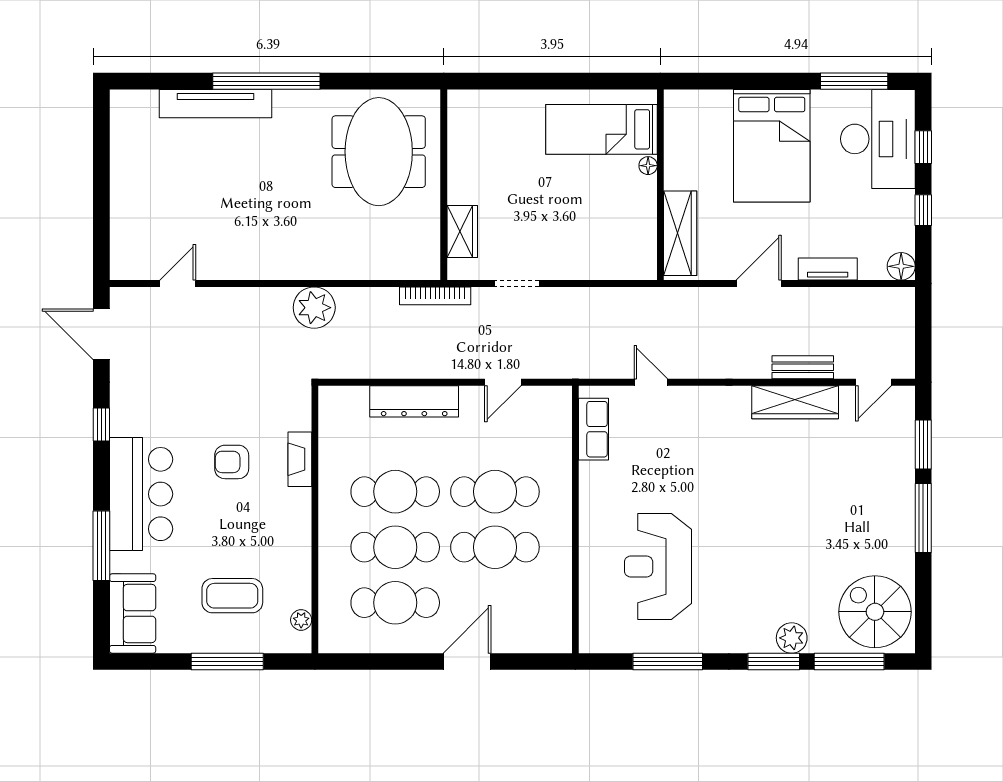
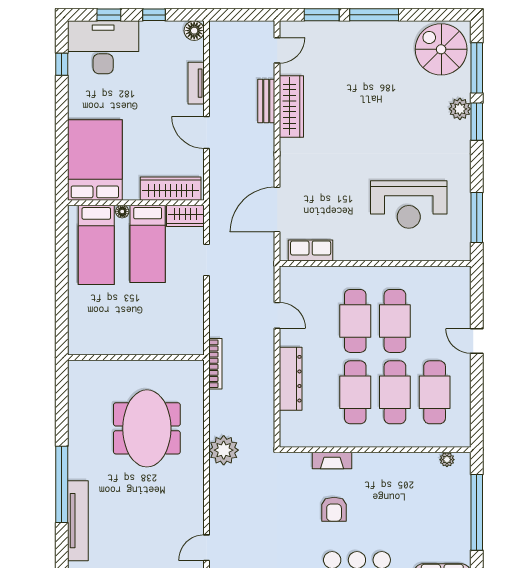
window: (854, 81) -> (62, 64), width x0.46
bed: (772, 146) -> (95, 160), moved, turned -90
meeting table: (379, 152) -> (147, 428), moved, turned 90
bed: (603, 201) -> (148, 244), added
wardrobe: (462, 232) -> (185, 216), moved, turned 180
door: (178, 283) -> (206, 548), hinge flipped
doorway: (517, 283) -> (206, 260), moved
door: (651, 382) -> (277, 210), width x1.87
door: (874, 382) -> (277, 50), hinge flipped
coffee table: (232, 596) -> (430, 509), removed
spiral stairs: (875, 612) -> (441, 49), turned 90
window: (227, 661) -> (477, 512), width x1.46
door: (467, 661) -> (477, 341), width x0.73
window: (668, 661) -> (477, 218), moved

